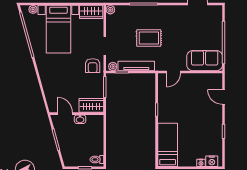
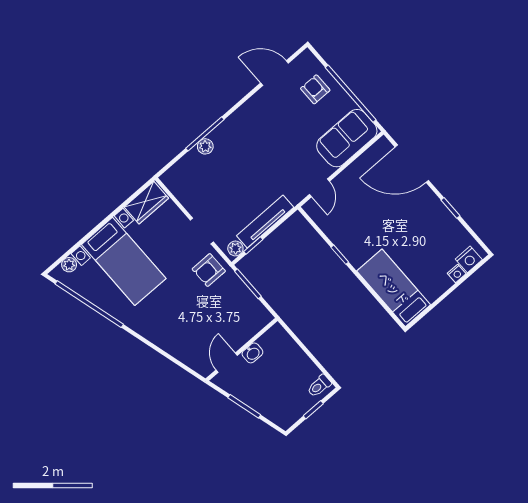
plant: (110, 10) -> (205, 146), moved
armchair: (209, 27) -> (315, 89), added
rug: (149, 38) -> (250, 172), removed
armchair: (93, 66) -> (209, 270), turned 90
door: (224, 97) -> (412, 164), width x1.88
wardrobe: (91, 105) -> (251, 322), removed
door: (65, 114) -> (227, 363), hinge flipped

